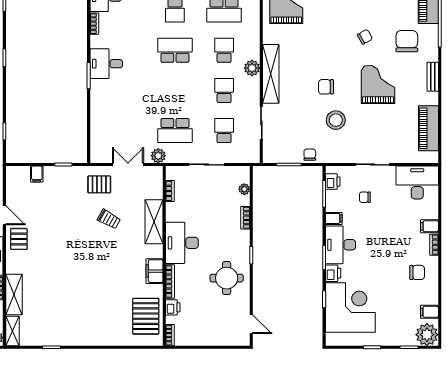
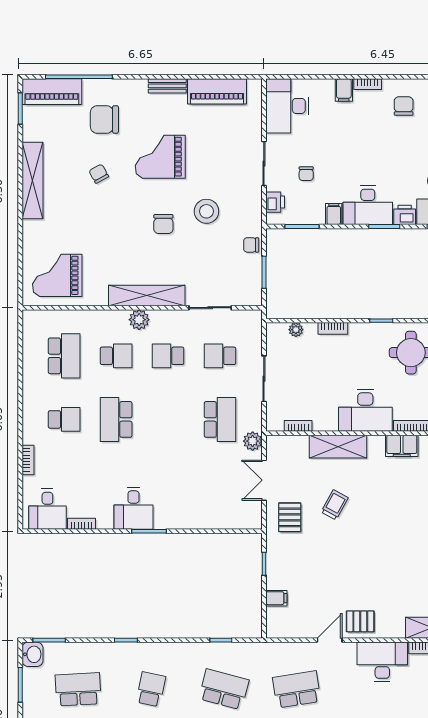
school desk: (224, 50) -> (116, 356), turned 180
bench: (433, 77) -> (167, 86), moved
printer: (333, 182) -> (275, 202), moved, turned 90

